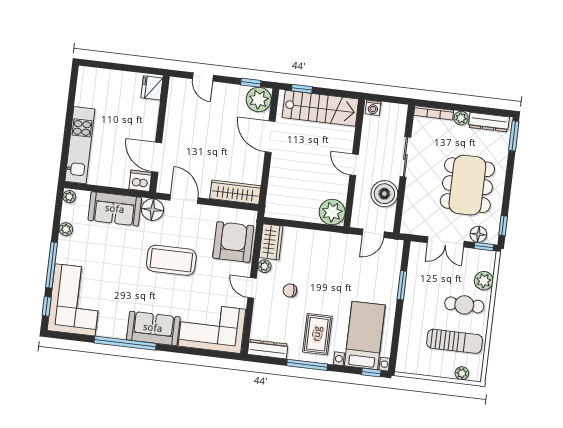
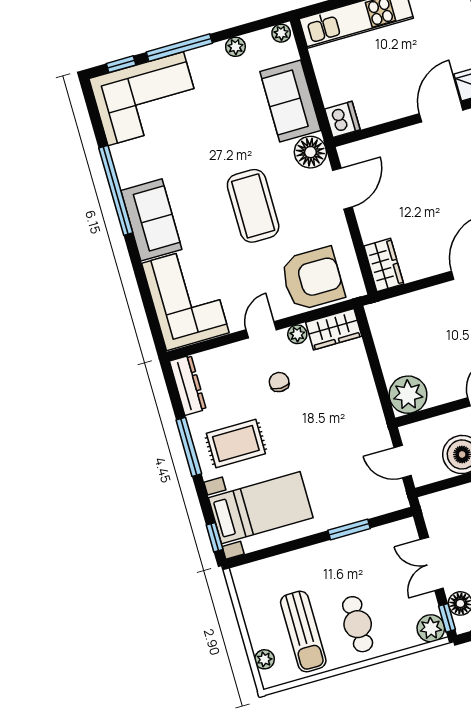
door: (157, 157) -> (441, 112), moved
wardrobe: (235, 192) -> (384, 265), width x0.67
plant: (484, 281) -> (431, 628), moved

